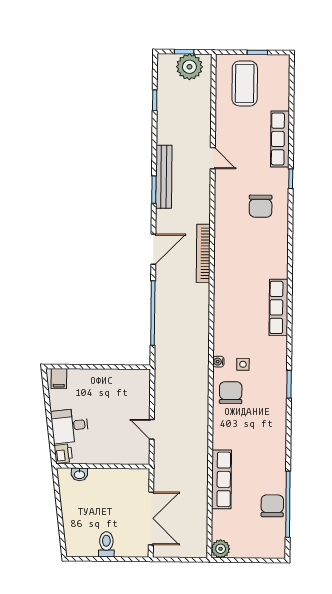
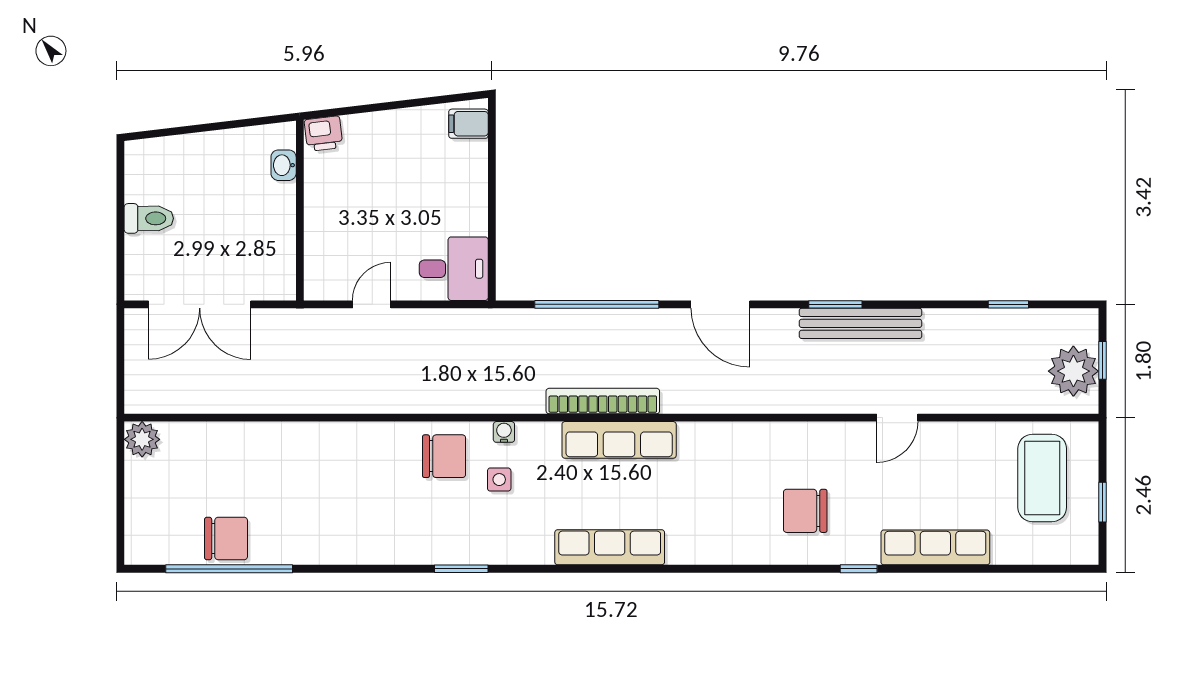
coffee table: (245, 83) -> (1042, 478), turned 90
bookcase: (203, 253) -> (603, 401), moved
desk: (70, 426) -> (454, 269), moved, turned 97
row of seats: (221, 479) -> (619, 440), moved

